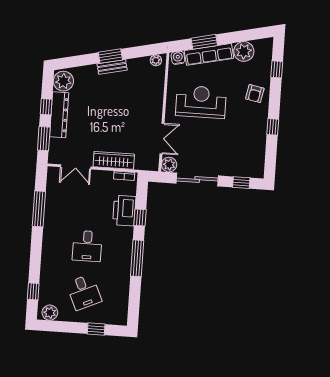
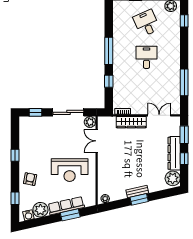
water cooler: (178, 58) -> (28, 215), moved
printer: (124, 211) -> (121, 86), removed

